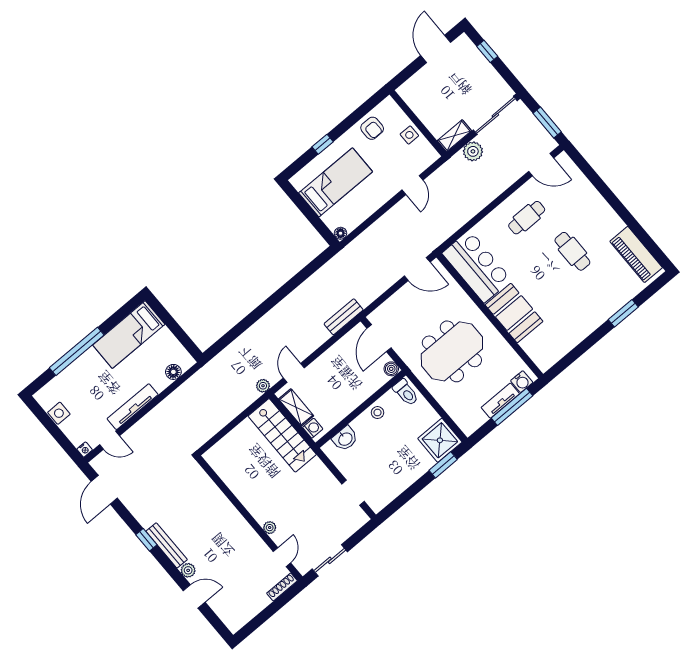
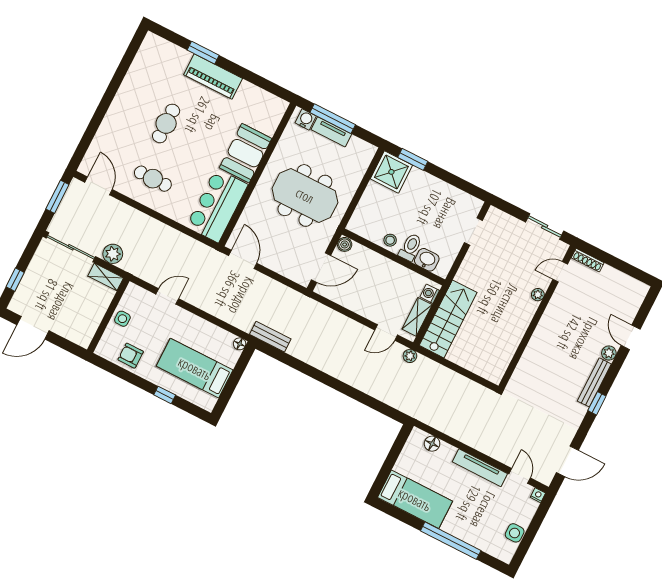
armchair: (372, 128) -> (131, 356), turned -90
piano: (636, 254) -> (213, 77), moved, turned 90
bench: (344, 317) -> (270, 337), moved
toilet: (406, 393) -> (410, 247), moved

